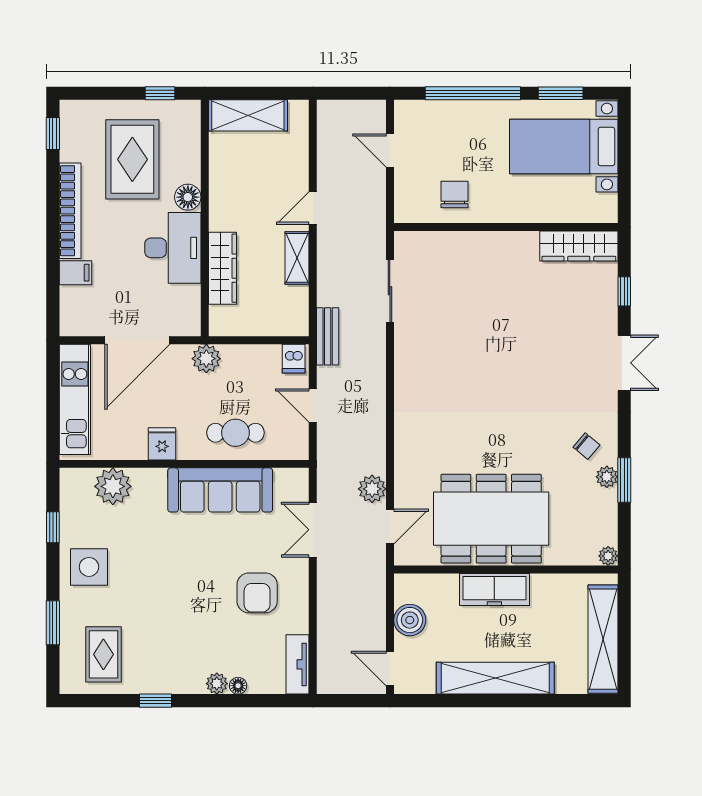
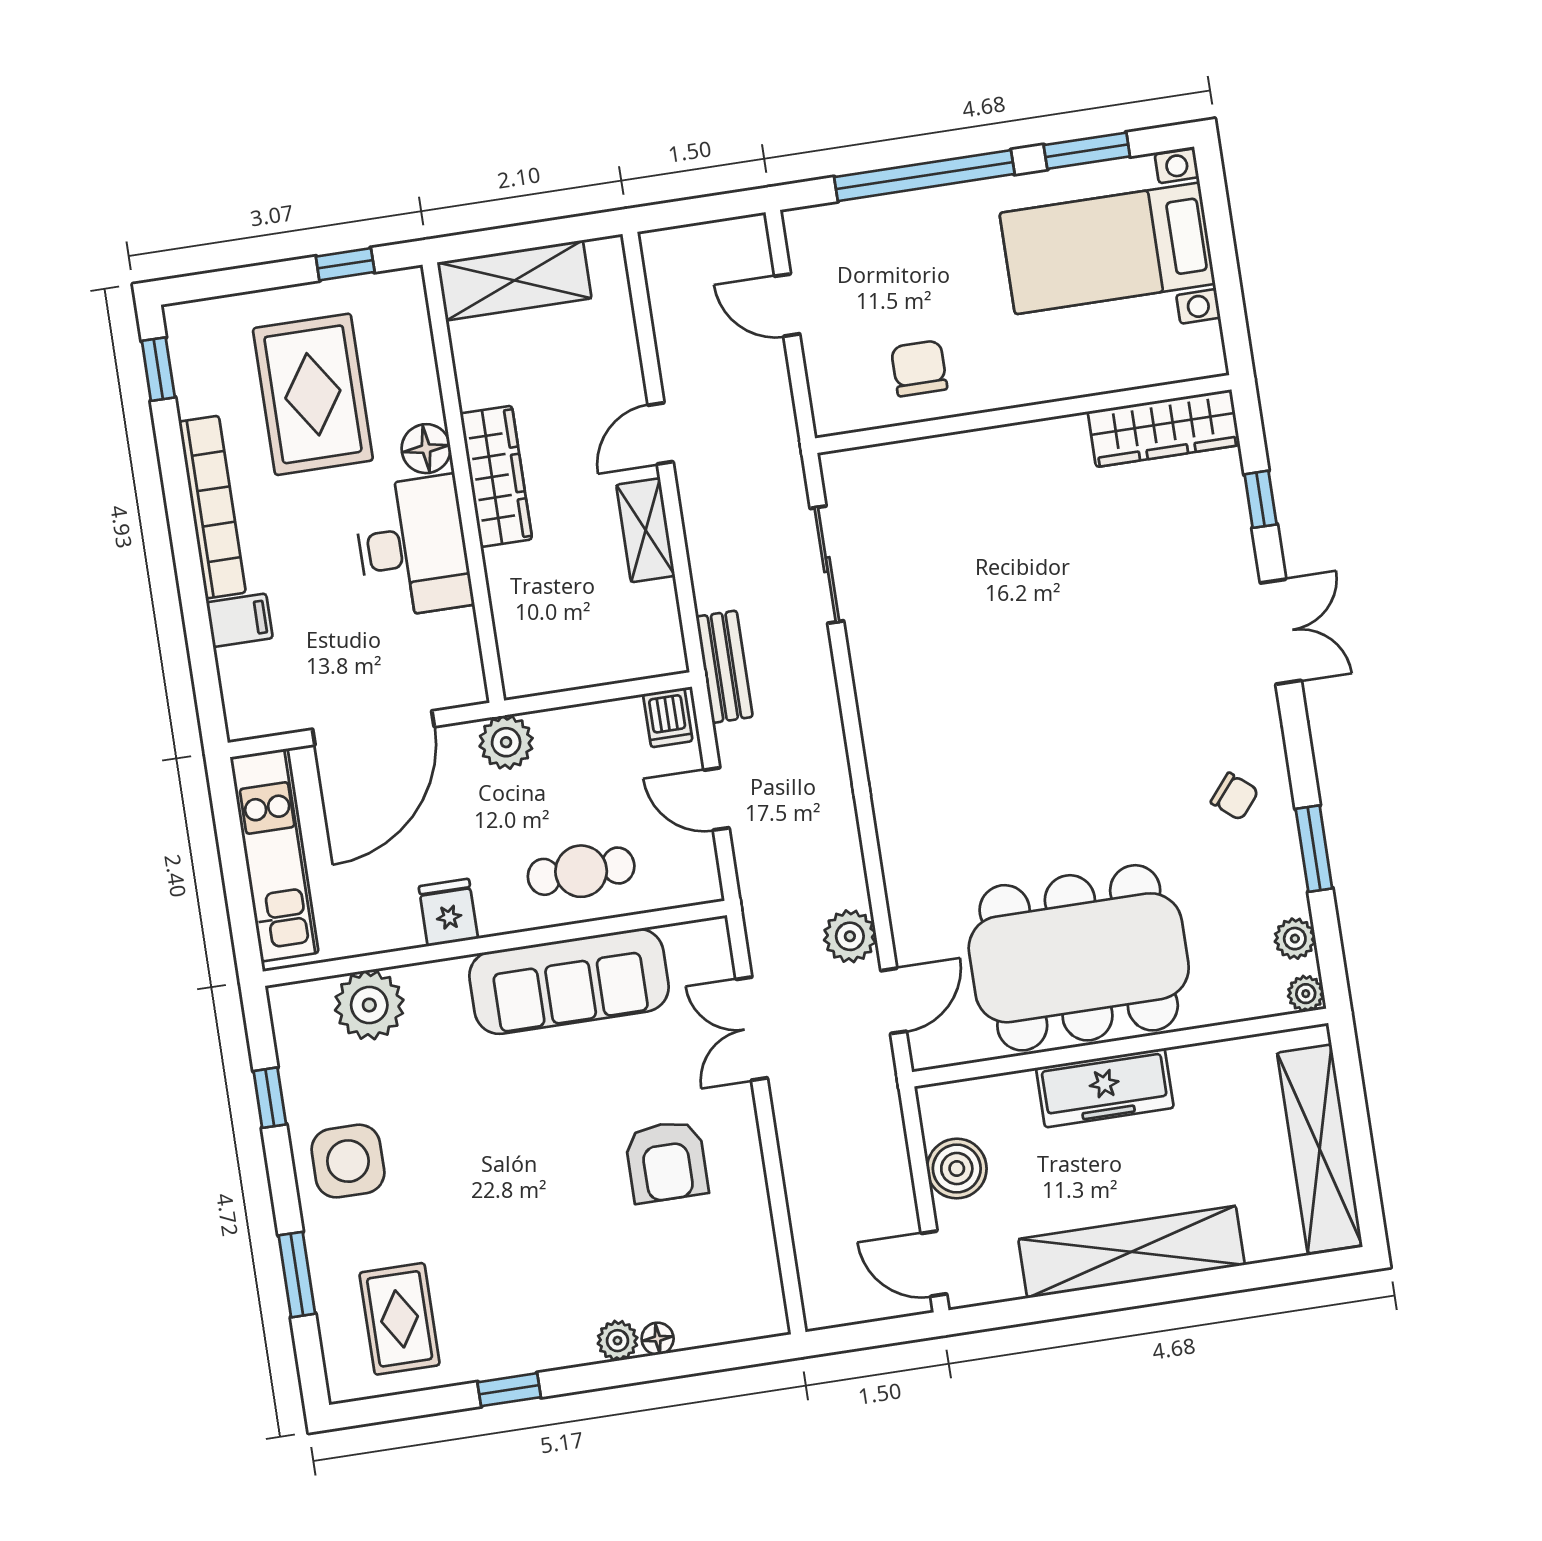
wardrobe: (223, 268) -> (496, 476), moved
plant: (607, 477) -> (1295, 939), moved
tv unit: (298, 664) -> (762, 1283), removed

